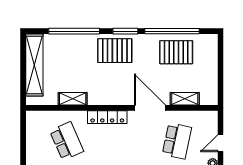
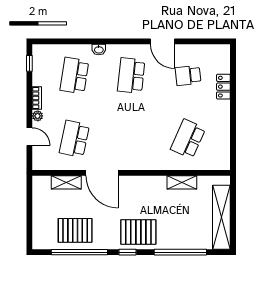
window: (125, 31) -> (127, 252), width x0.67
locker: (107, 117) -> (146, 163), removed
school desk: (67, 141) -> (188, 139), turned 48
door: (220, 143) -> (29, 137), hinge flipped

